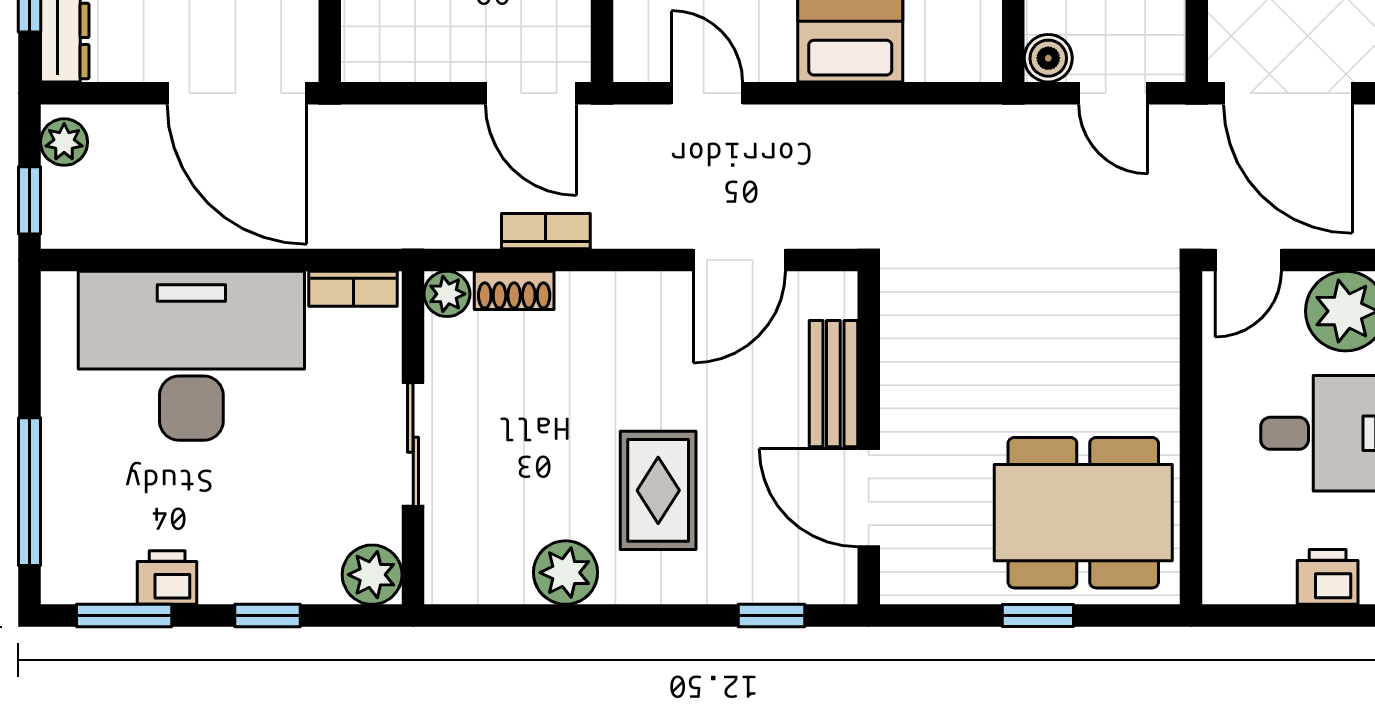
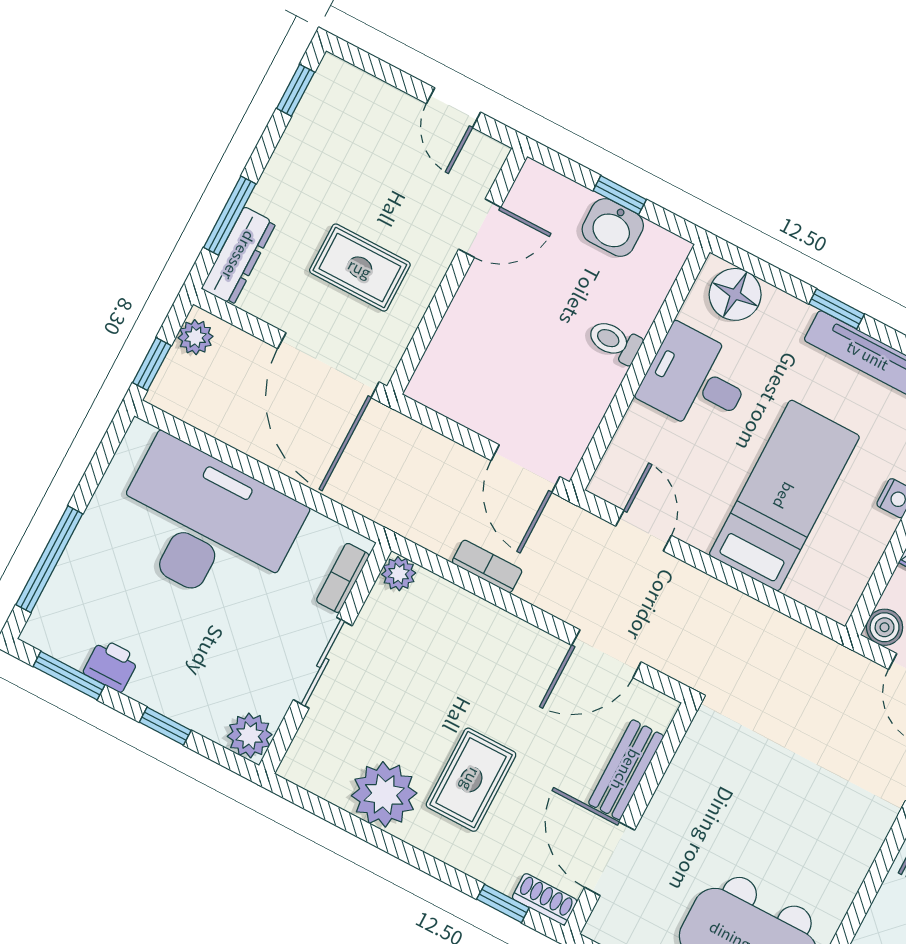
bookcase: (353, 289) -> (343, 578), moved, turned 90
shoe rack: (514, 290) -> (545, 899), moved, turned 180
plant: (566, 573) -> (384, 794), width x1.36, depth x1.36

